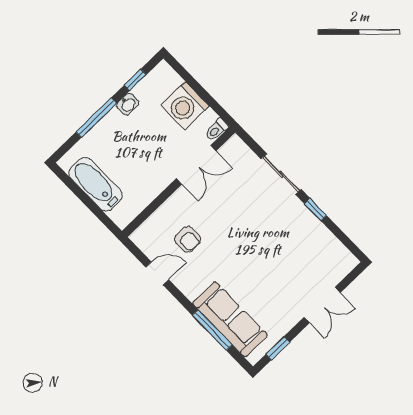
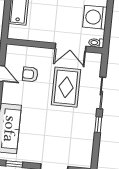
rug: (239, 210) -> (66, 87), added
armchair: (188, 239) -> (30, 74), turned 90

